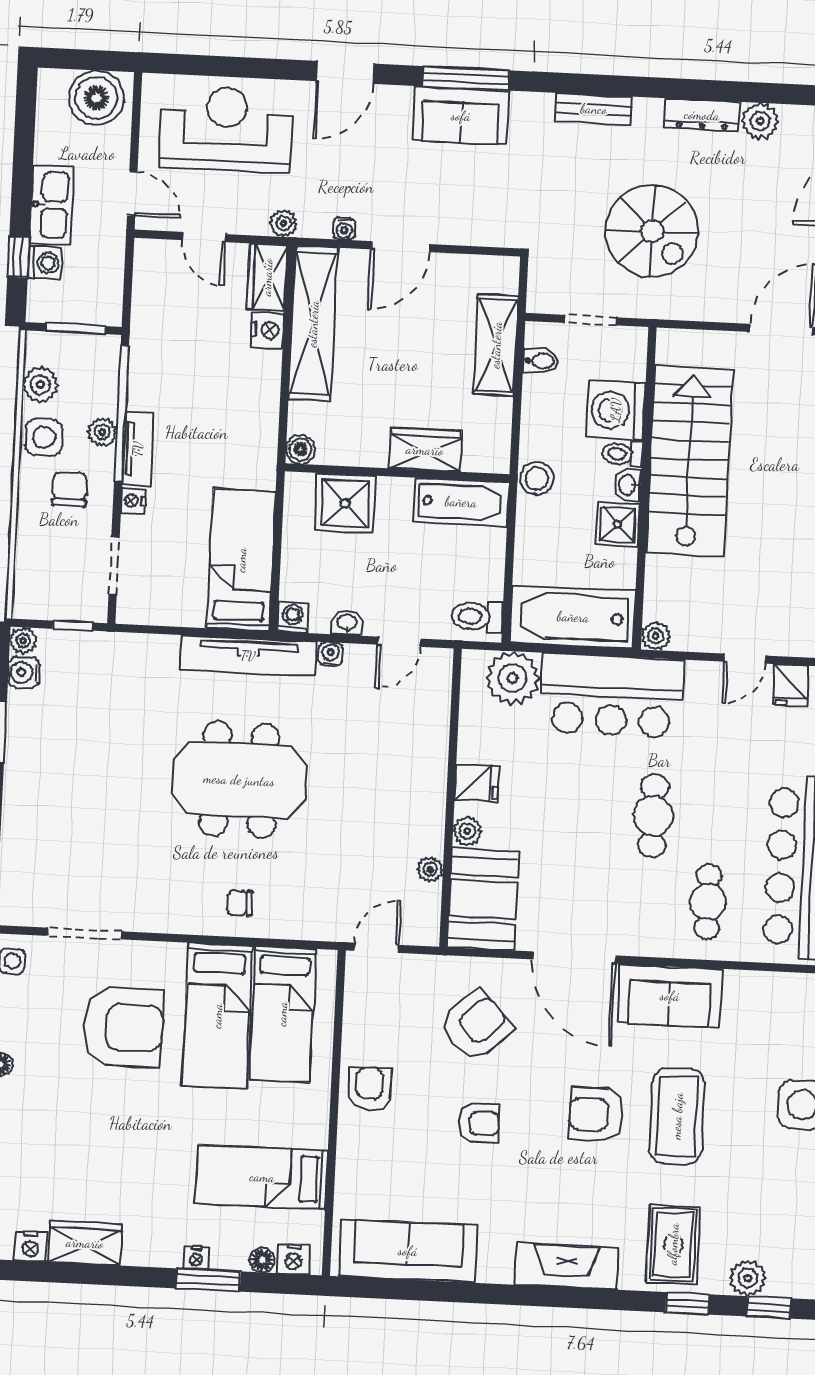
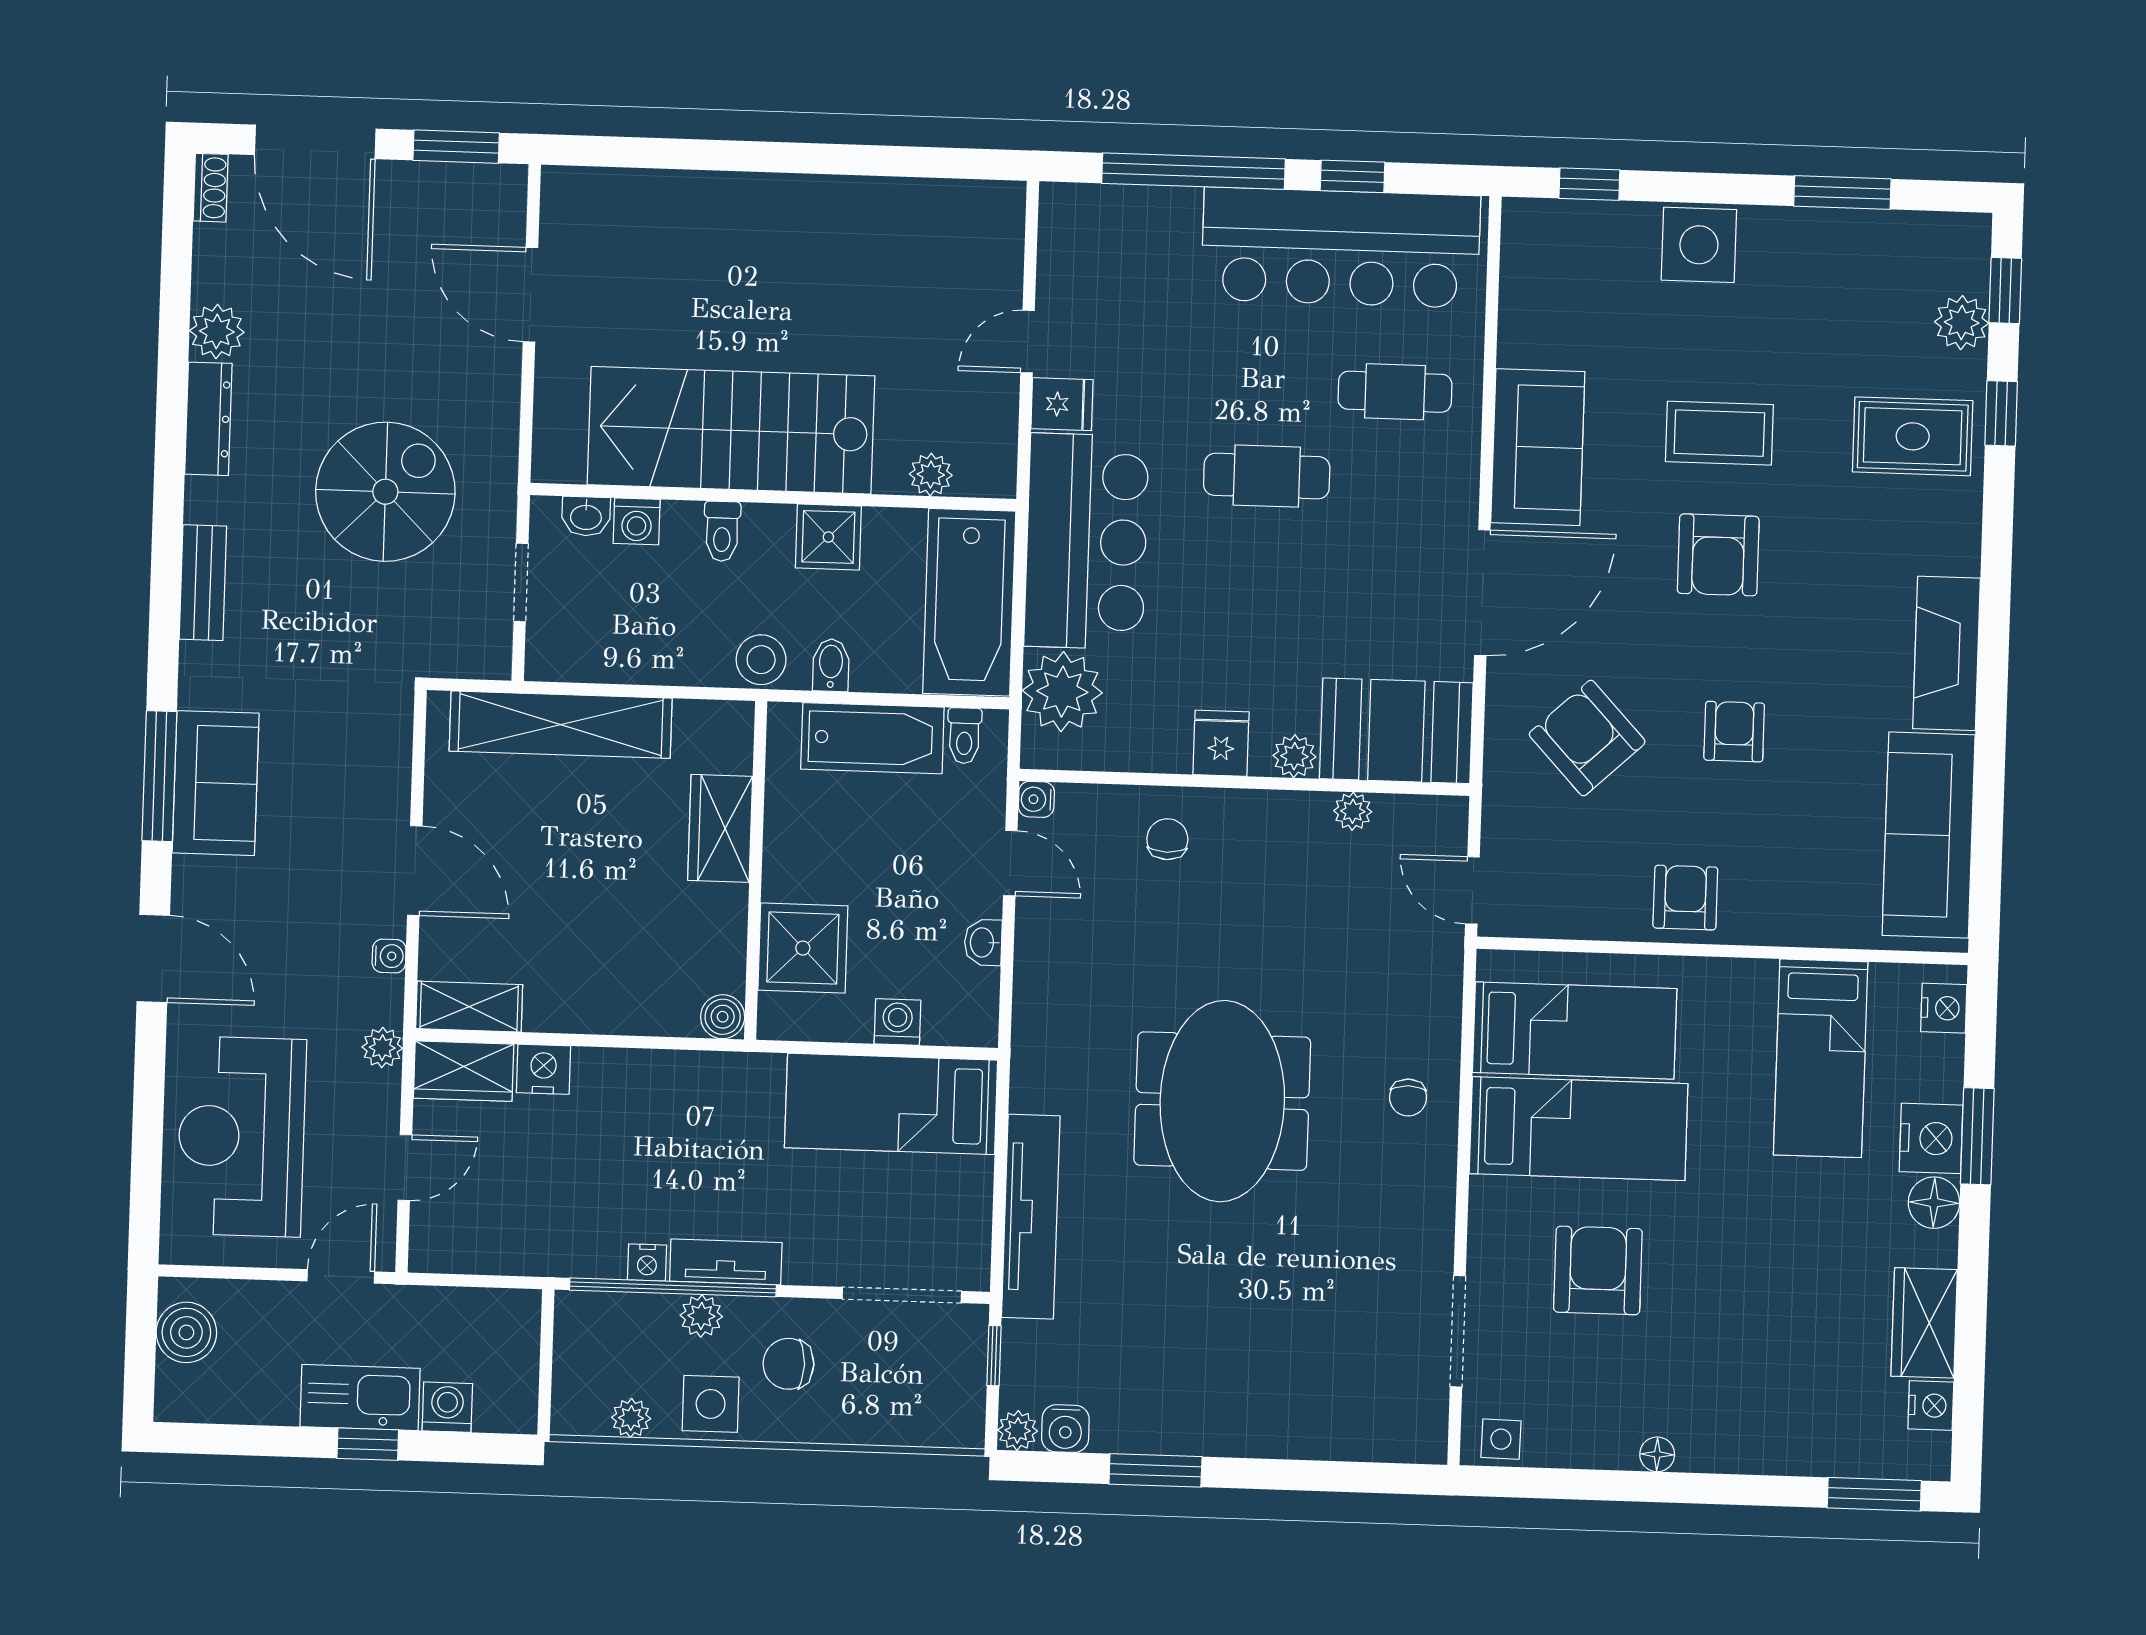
boiler: (96, 98) -> (186, 1332), width x0.73, depth x0.73
window: (18, 257) -> (368, 1444), moved
shelving: (313, 324) -> (469, 1007), width x0.45, depth x0.75
window: (76, 329) -> (546, 1358), removed
shelving: (496, 345) -> (561, 725), width x1.47
bidet: (541, 361) -> (831, 665), moved
plant: (40, 385) -> (631, 1418), width x0.73, depth x0.73
washing machine: (616, 410) -> (637, 521), width x0.53, depth x0.53
washbasin: (628, 485) -> (586, 516), moved
nightstand: (133, 501) -> (647, 1262), moved
bathtub: (461, 502) -> (872, 738), moved, turned 90
doorway: (114, 565) -> (902, 1295), width x1.38
toilet: (477, 616) -> (964, 736), width x0.73, depth x0.72
washing machine: (293, 617) -> (897, 1022), moved, turned 90
plant: (656, 636) -> (931, 475), moved
water cooler: (331, 654) -> (1036, 799), moved
tv unit: (248, 656) -> (1031, 1217), moved
door: (745, 659) -> (1028, 342), swing flipped
fridge: (791, 685) -> (1062, 404), moved
chair: (414, 746) -> (1167, 839), added
armchair: (123, 1027) -> (1598, 1270), width x0.73, depth x0.73
armchair: (369, 1089) -> (1685, 898), turned 90
coffee table: (677, 1116) -> (1719, 433), width x0.73, depth x0.76
nightstand: (196, 1258) -> (1931, 1138), width x1.89, depth x1.79
floor lamp: (262, 1260) -> (1934, 1203), moved, width x1.37, depth x1.37
fireplace: (567, 1267) -> (1947, 653), moved

